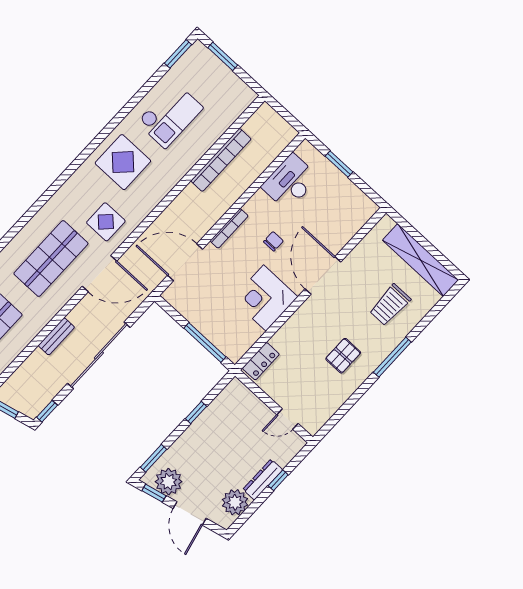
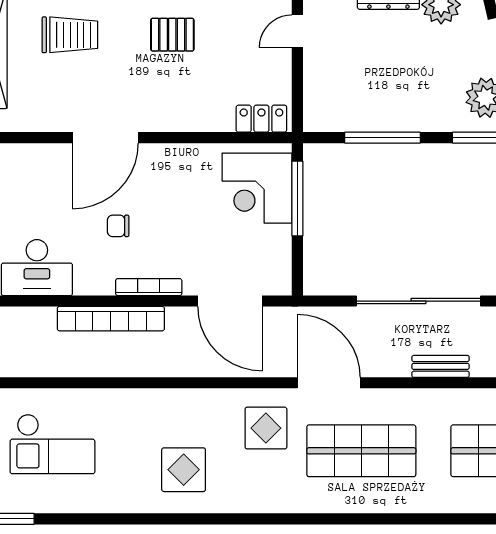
checkout: (170, 115) -> (52, 444), moved, turned 180
bookcase: (221, 160) -> (111, 319), moved, turned 180
display table: (123, 162) -> (184, 470), width x0.73, depth x0.73
corner desk: (265, 298) -> (257, 188), moved, turned 90
window: (196, 412) -> (382, 138), width x2.17
door: (288, 419) -> (297, 31), swing flipped

